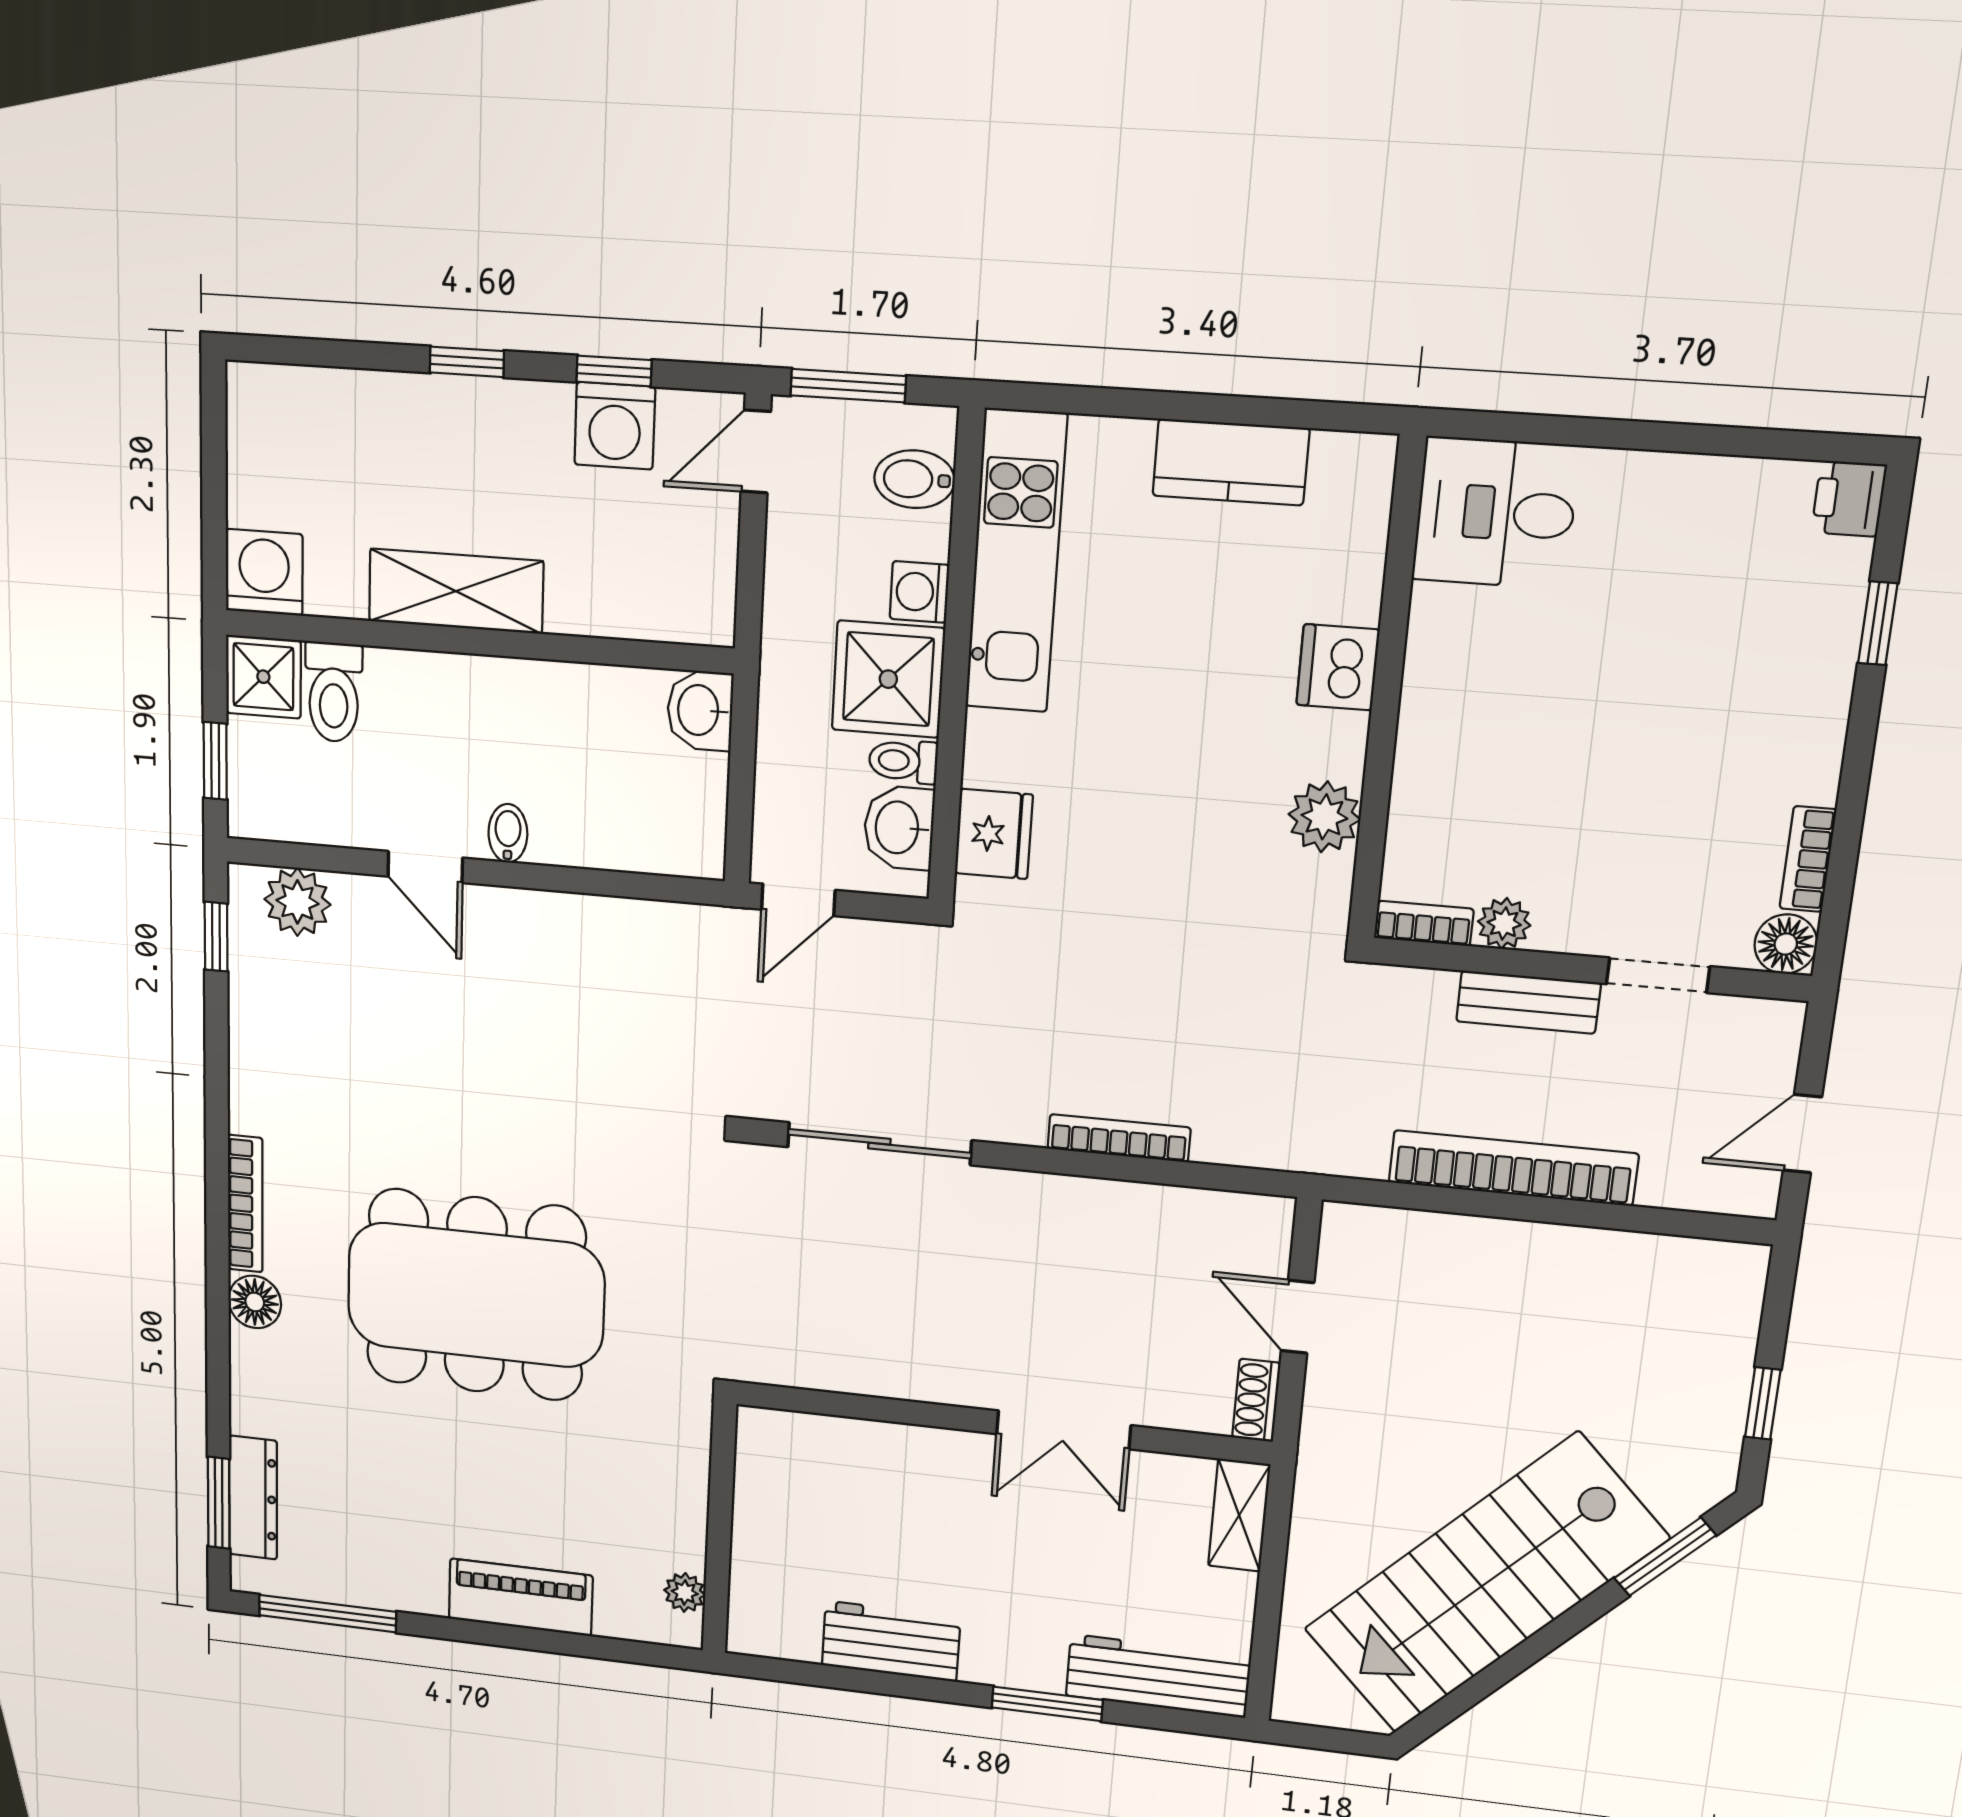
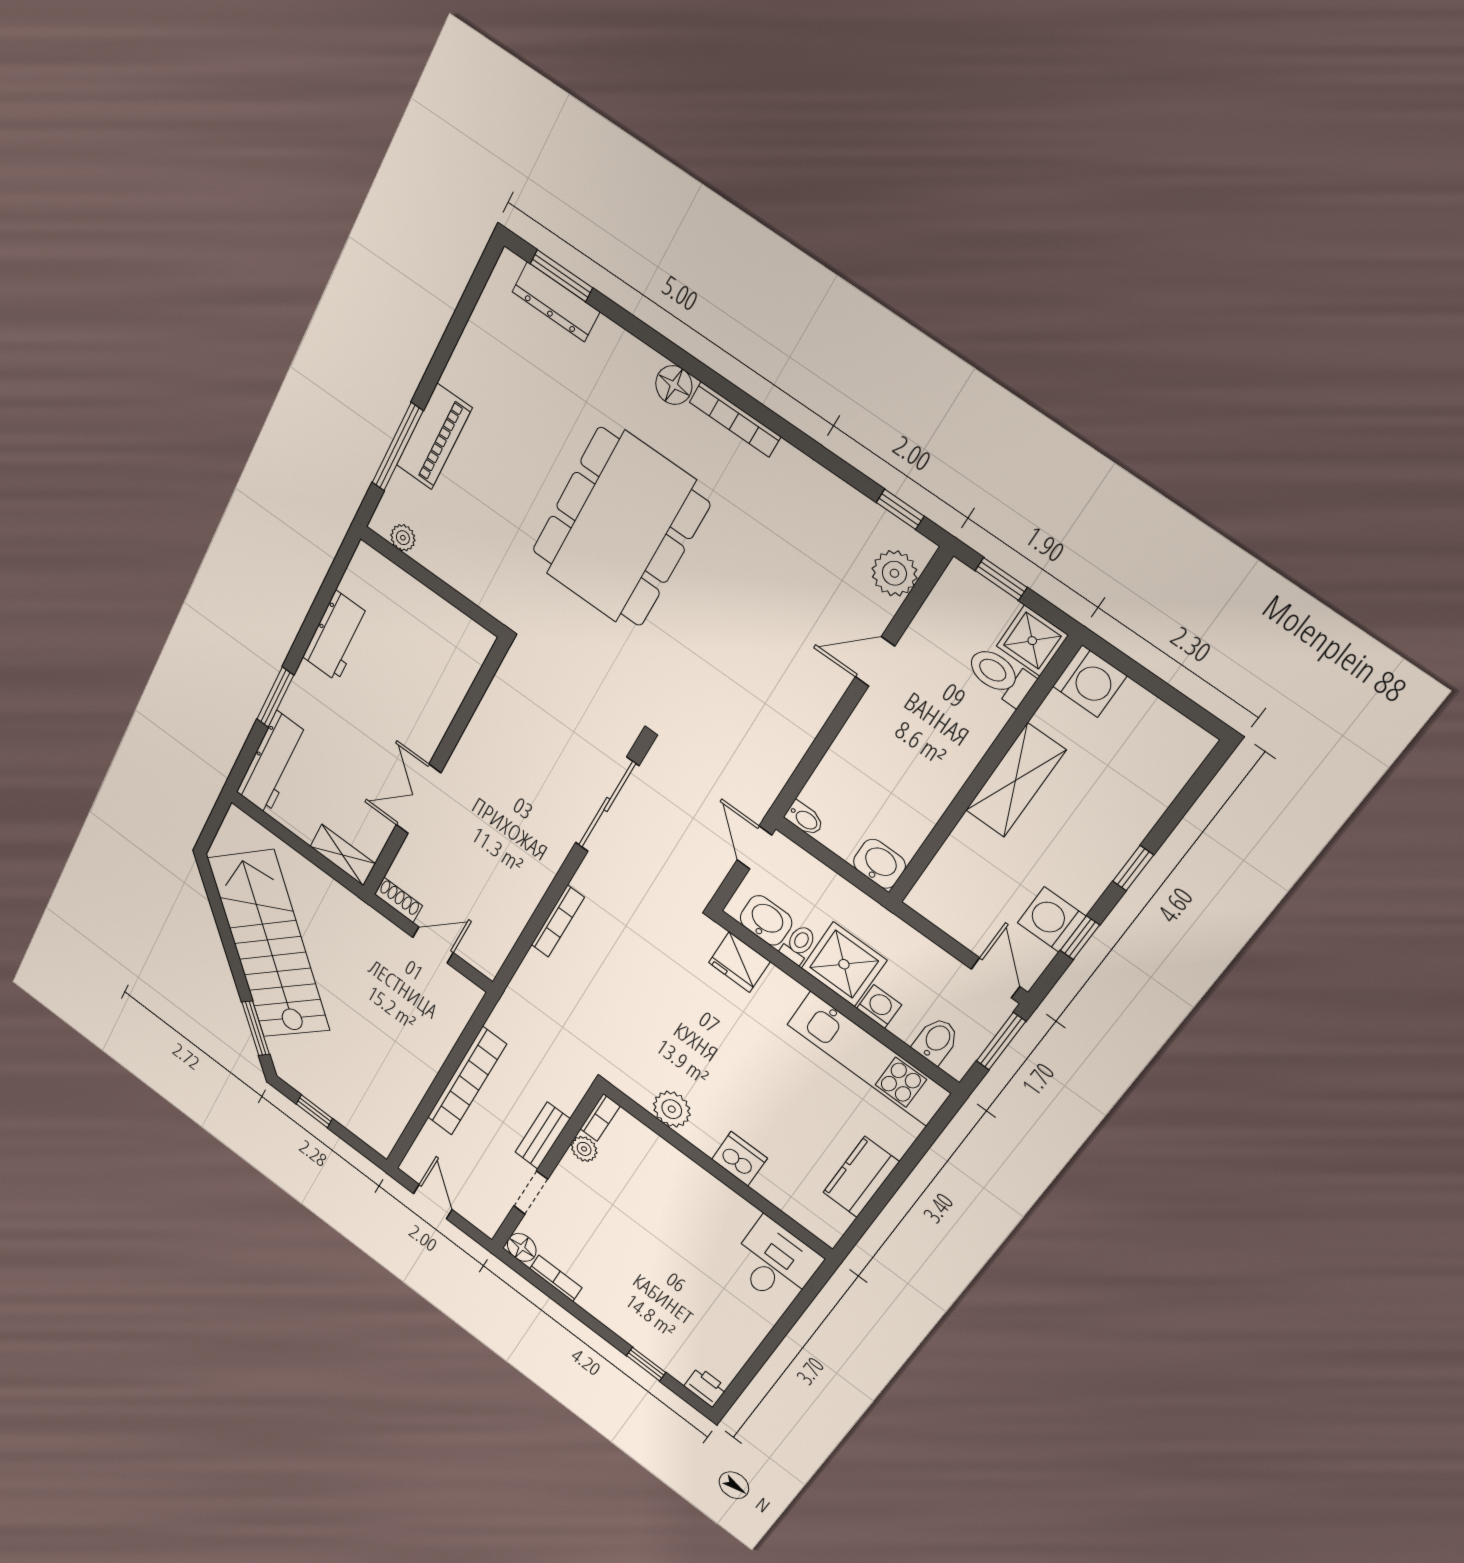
bidet: (508, 833) -> (804, 819), moved
window: (328, 1614) -> (397, 447), moved

